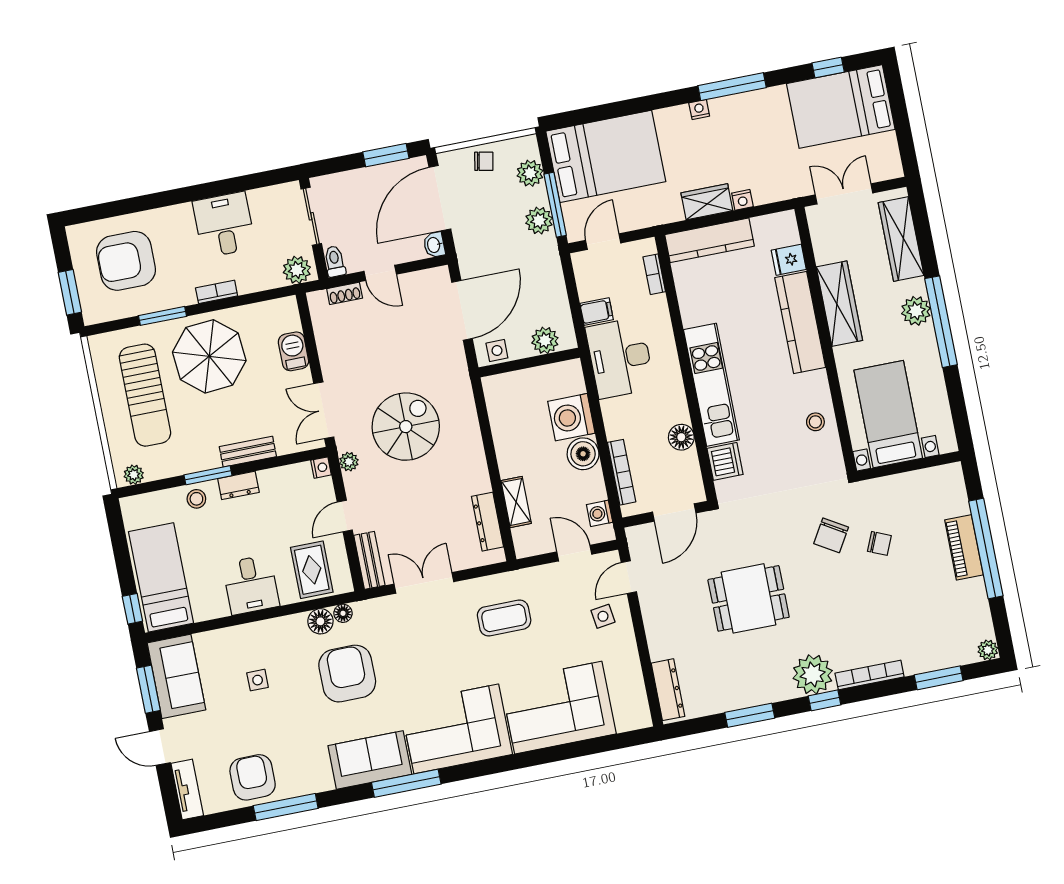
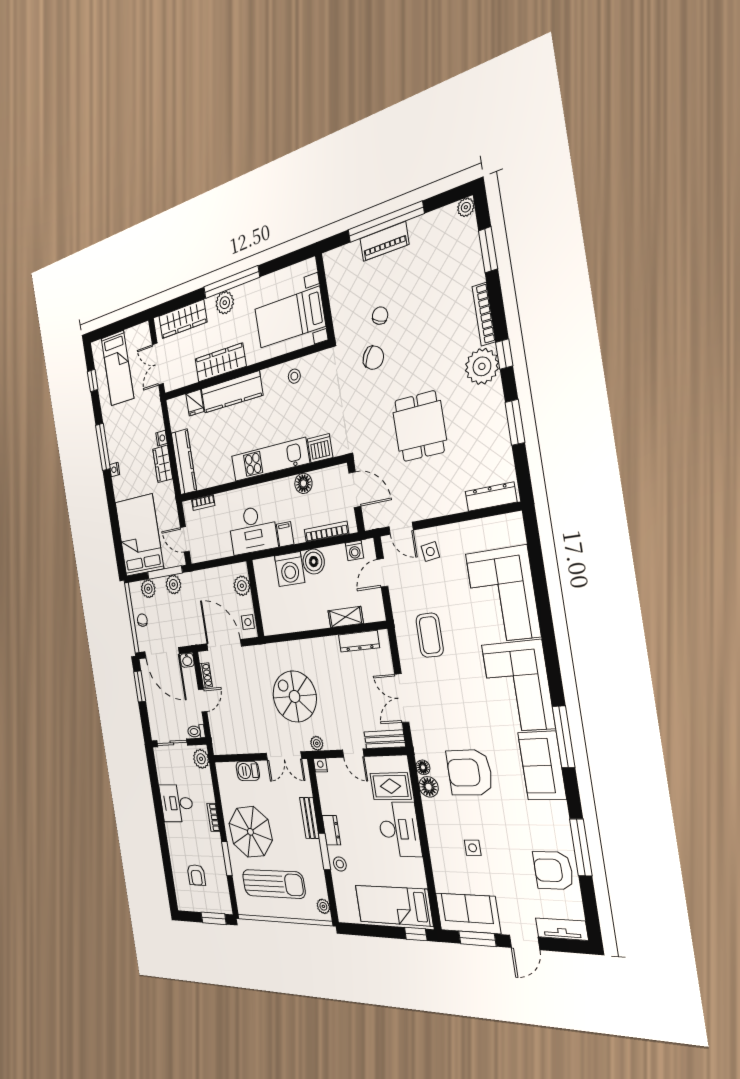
bed: (841, 106) -> (117, 368), width x0.67
armchair: (126, 261) -> (196, 875), width x0.53, depth x0.53
shoe rack: (345, 293) -> (206, 675), moved
filing cabinet: (597, 312) -> (285, 534), moved
desk: (251, 585) -> (399, 829), width x1.37

